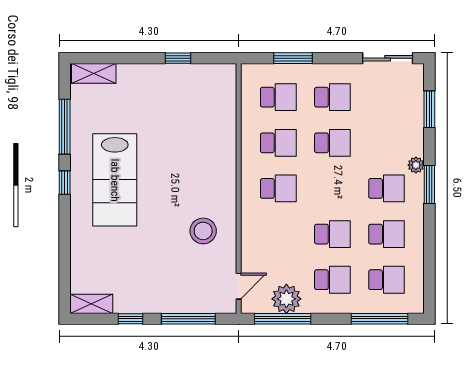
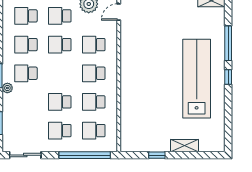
window: (293, 58) -> (85, 155), width x2.11
shelving: (94, 73) -> (185, 146), moved
window: (65, 127) -> (228, 43), moved
lab bench: (115, 180) -> (197, 79), width x1.36
stool: (203, 231) -> (141, 47), removed
school desk: (278, 234) -> (94, 45), added

